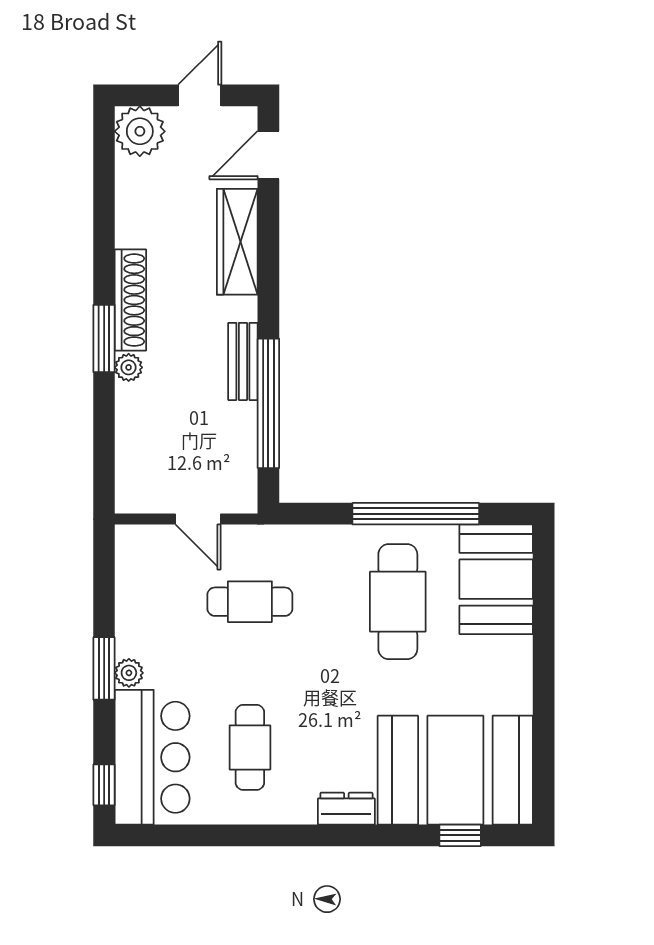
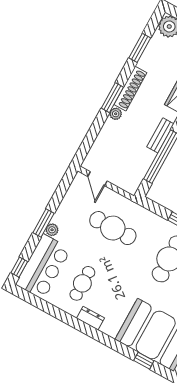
window: (104, 207) -> (140, 48), added
door: (198, 519) -> (97, 179), moved
cafe table: (250, 602) -> (113, 228), width x1.37, depth x1.35
dresser: (346, 809) -> (90, 318), moved

